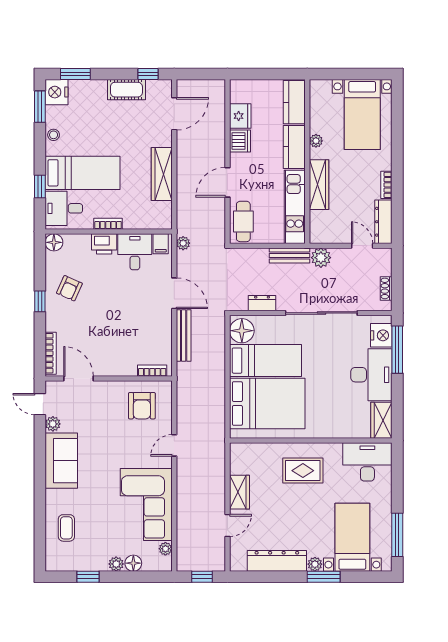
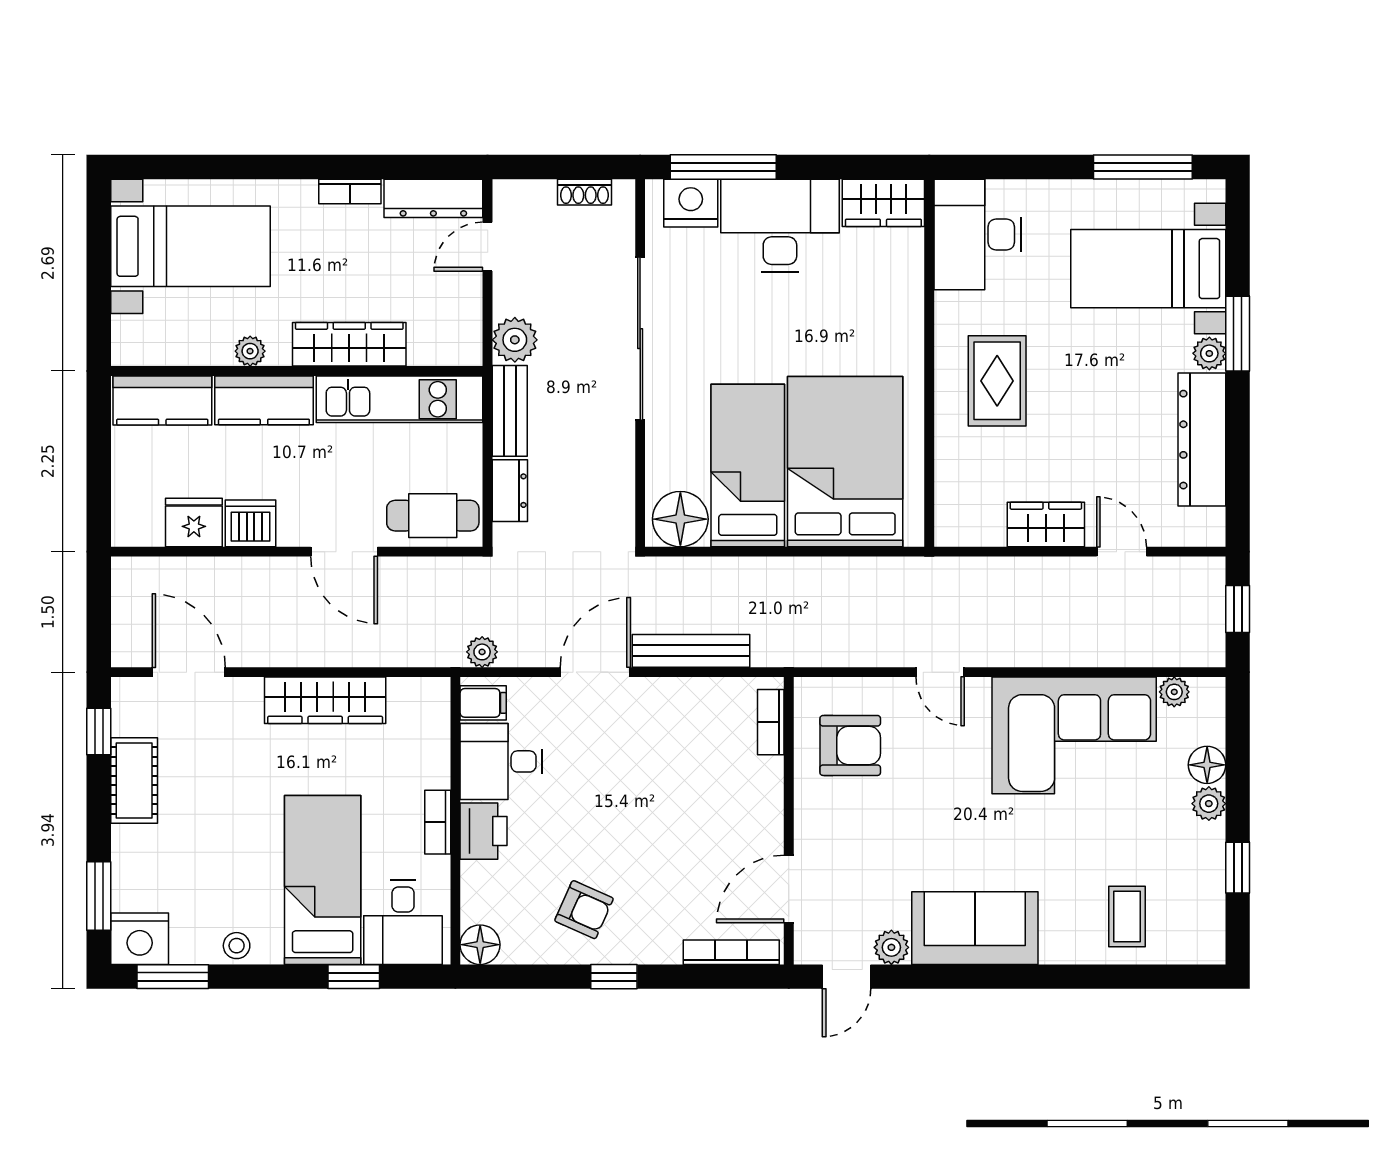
dresser: (262, 303) -> (510, 491), moved, turned 180
coffee table: (66, 528) -> (1127, 917), turned 90

